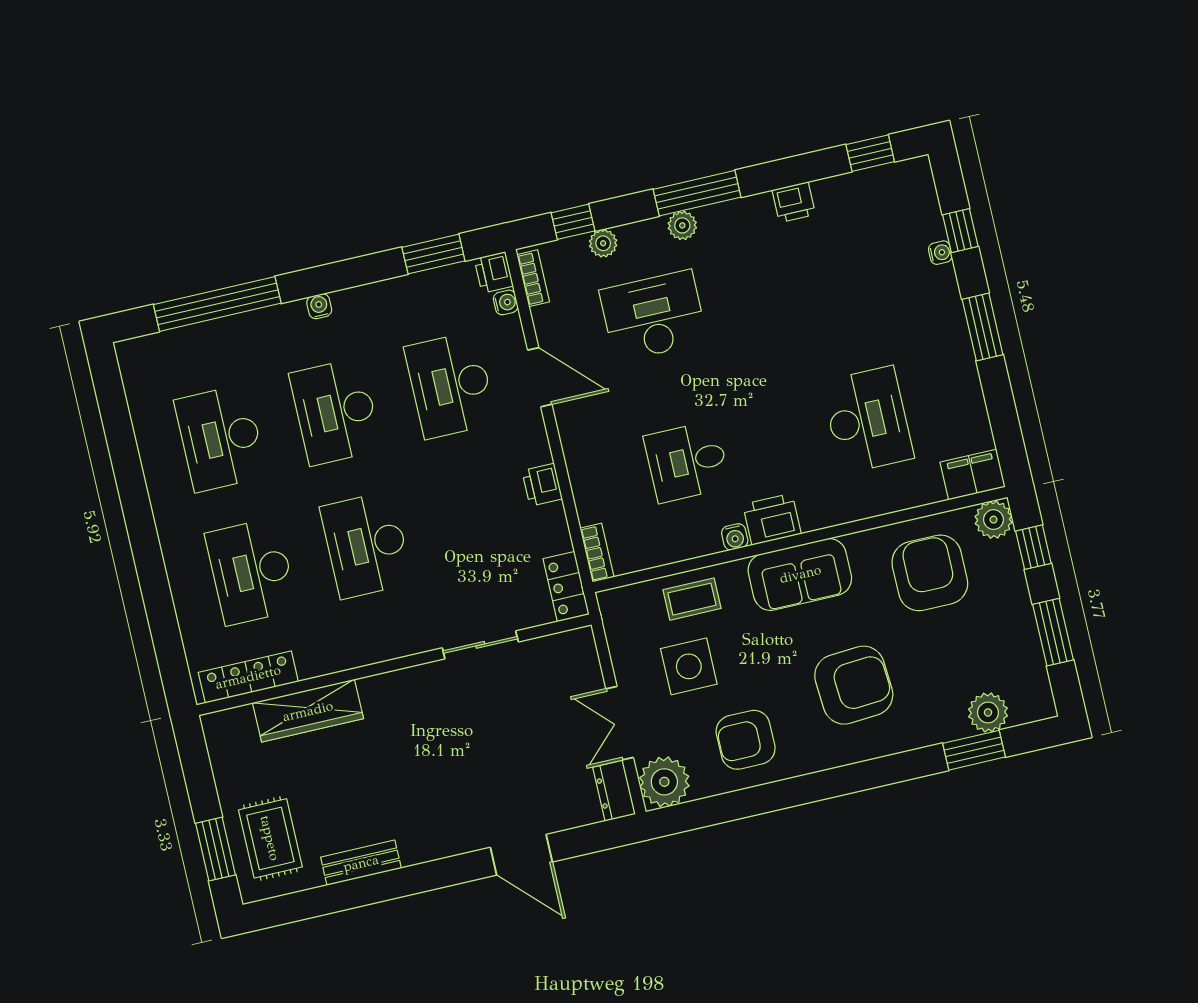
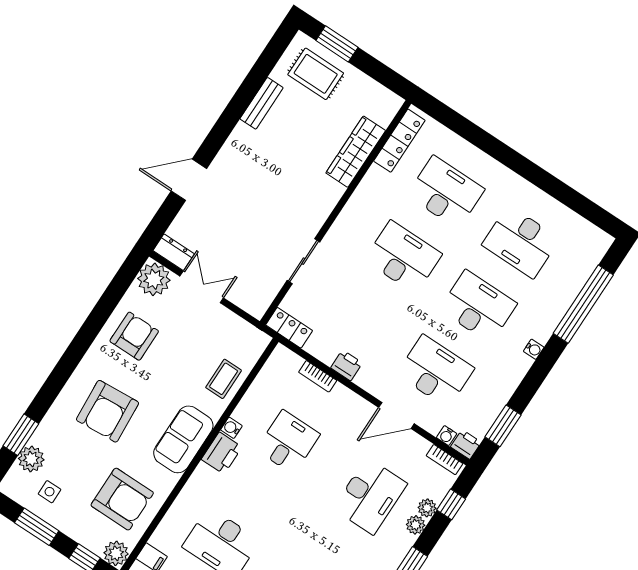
plant: (682, 225) -> (416, 525), moved
desk: (221, 438) -> (521, 242), turned 180
bookcase: (597, 553) -> (318, 376), moved
side table: (689, 666) -> (50, 492), moved, width x0.54, depth x0.54

